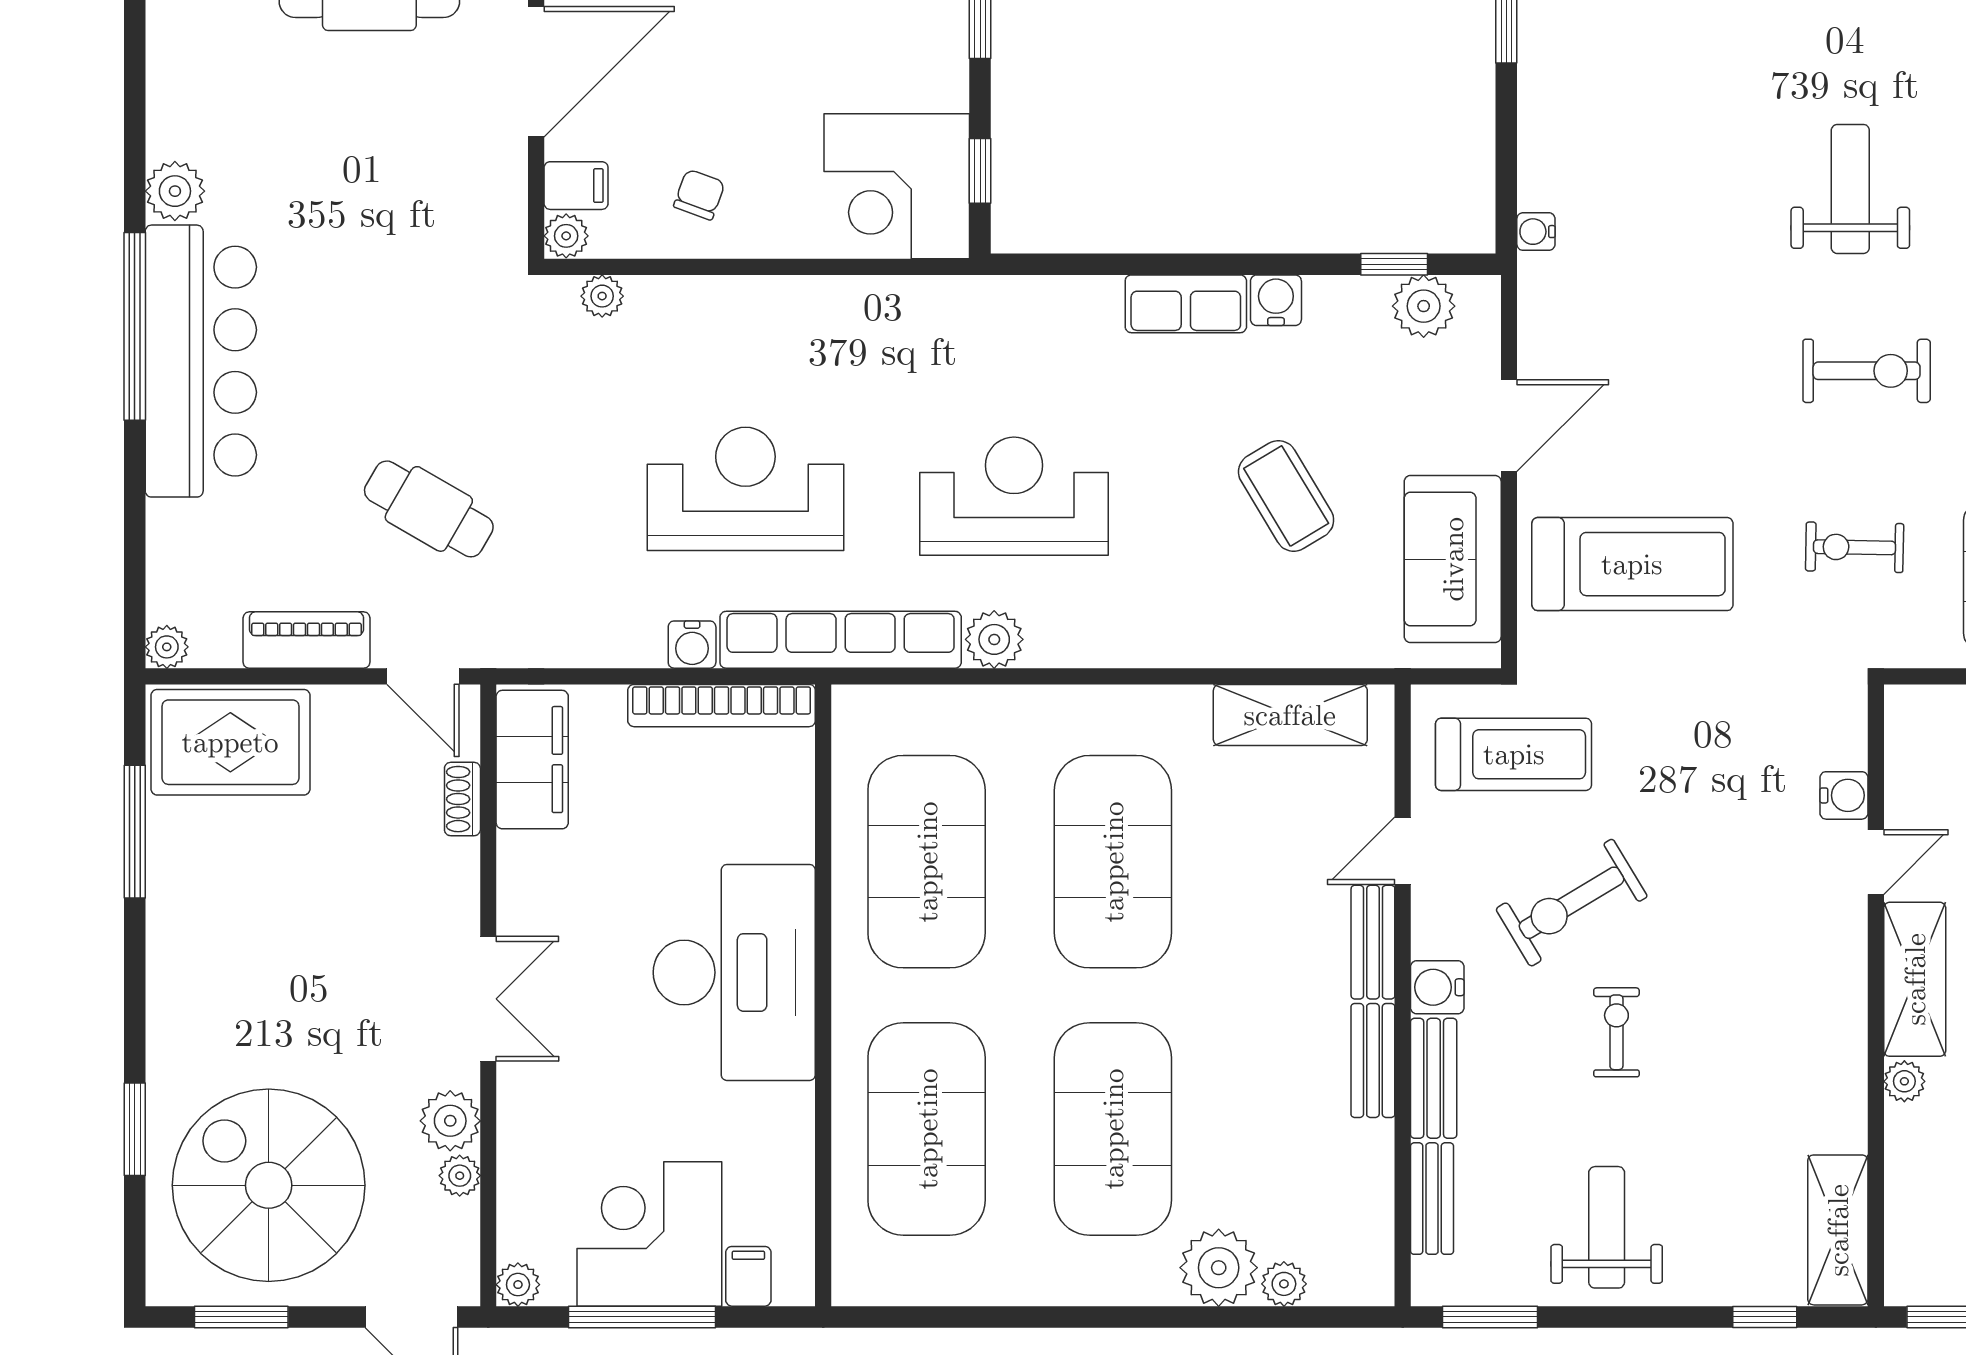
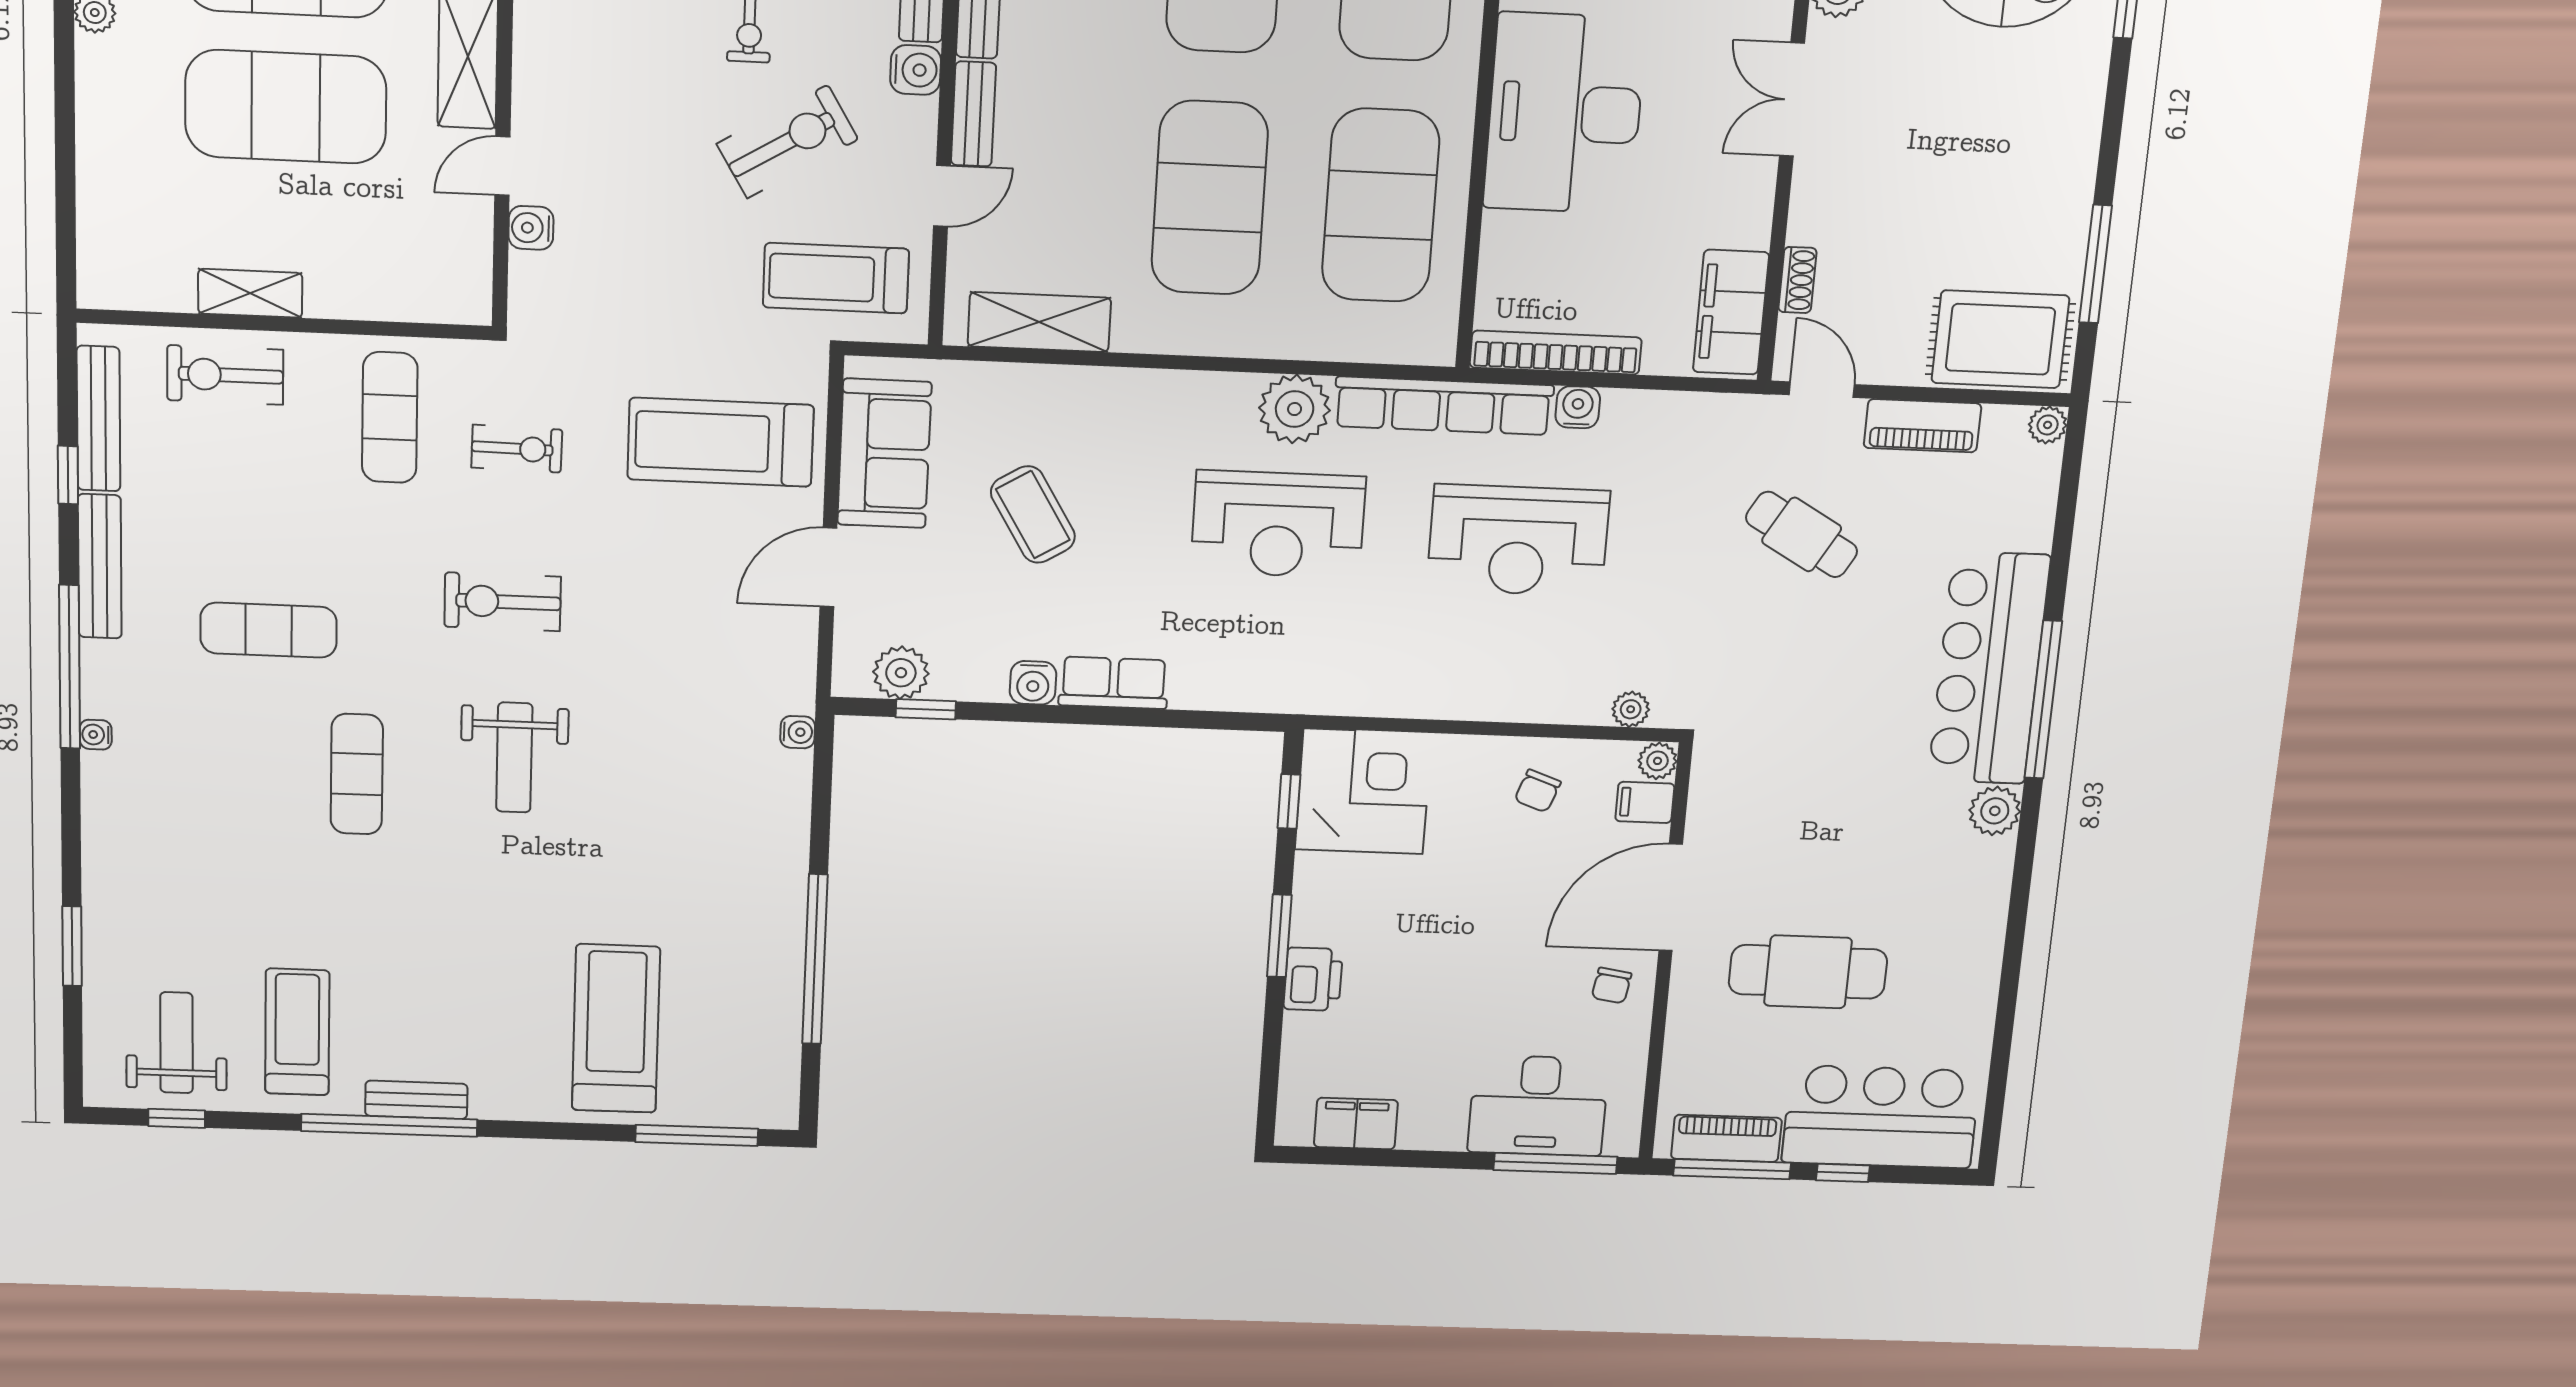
plant: (994, 639) -> (1295, 409), width x1.36, depth x1.36

